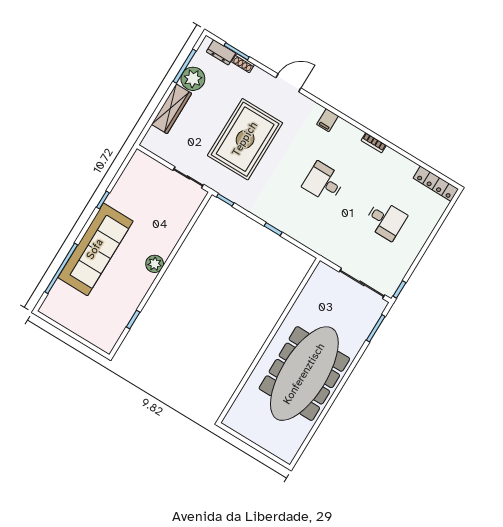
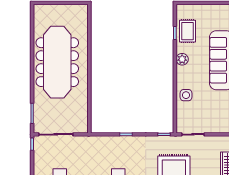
side table: (167, 232) -> (186, 95), added
plant: (155, 264) -> (182, 59), moved
rug: (116, 312) -> (187, 31), added

